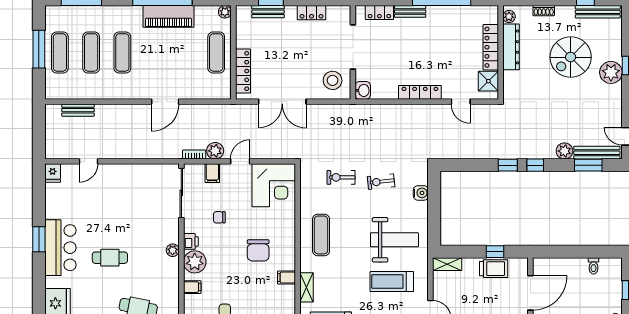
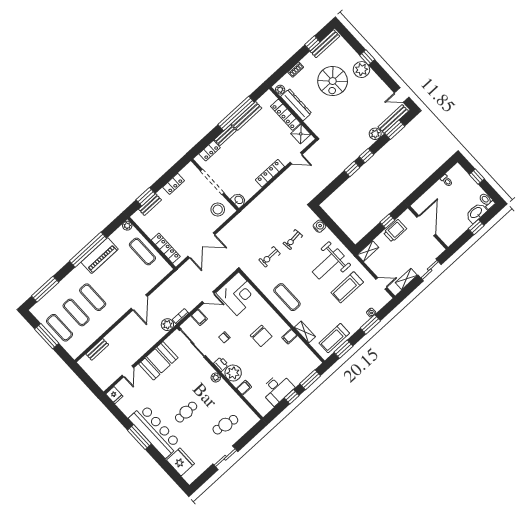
bench: (450, 12) -> (247, 116), added
plant: (215, 151) -> (167, 325), moved
door: (240, 161) -> (208, 298), swing flipped
booth: (130, 179) -> (158, 361), added
window: (39, 239) -> (139, 437), width x1.44
weight bench: (394, 240) -> (328, 264), turned 180
bar counter: (60, 248) -> (155, 431), width x1.36

